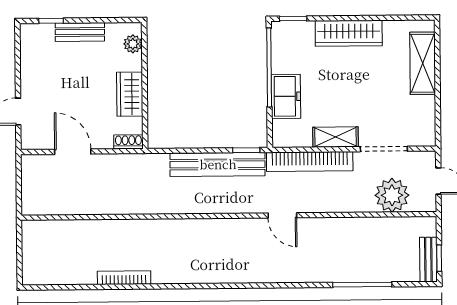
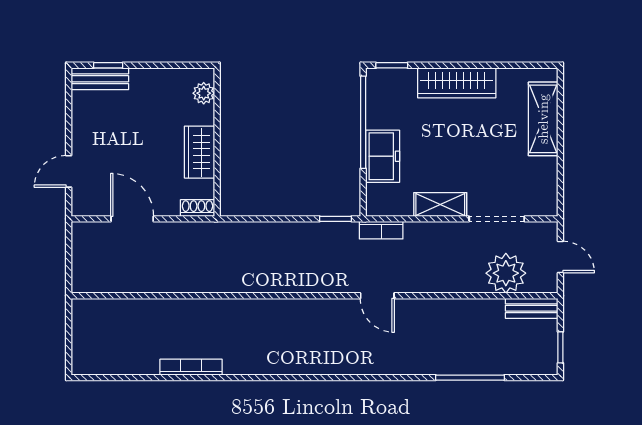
bench: (80, 32) -> (100, 79), moved
bookcase: (310, 162) -> (381, 230), width x0.43, depth x0.76
bench: (218, 164) -> (302, 235), removed
bench: (428, 260) -> (532, 308), moved, turned 90

